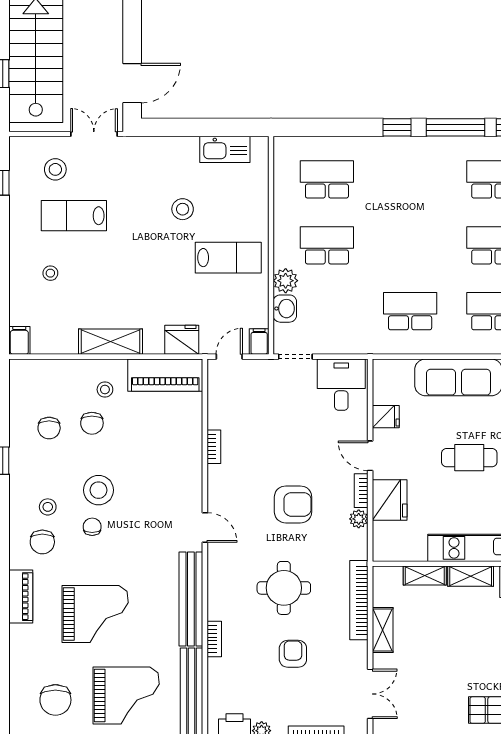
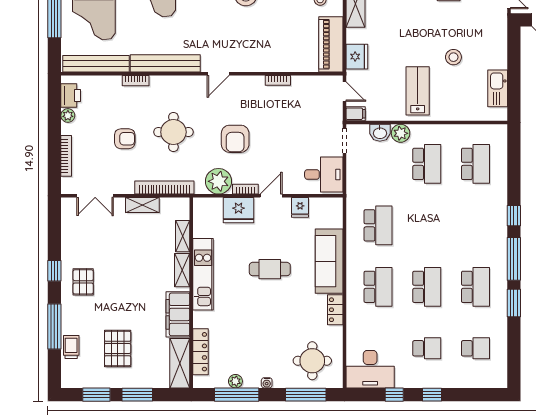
lab bench: (228, 258) -> (418, 91), turned 180
cafe table: (469, 458) -> (270, 269), turned 90
plant: (359, 519) -> (218, 181), width x1.87, depth x1.87

